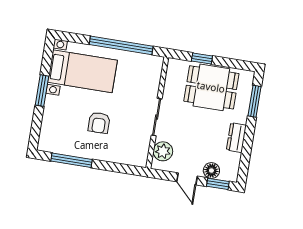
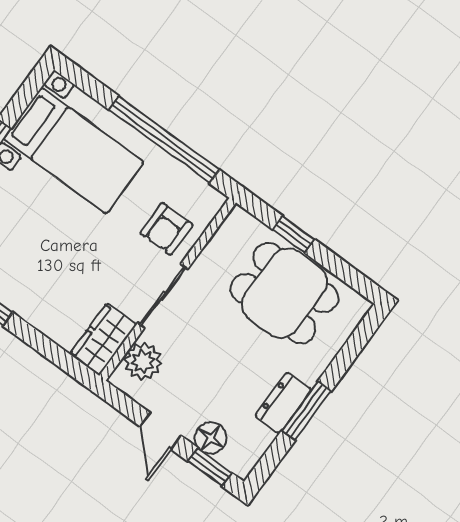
window: (254, 101) -> (306, 411), moved
armchair: (99, 123) -> (166, 229), moved
wardrobe: (140, 150) -> (103, 339), added

